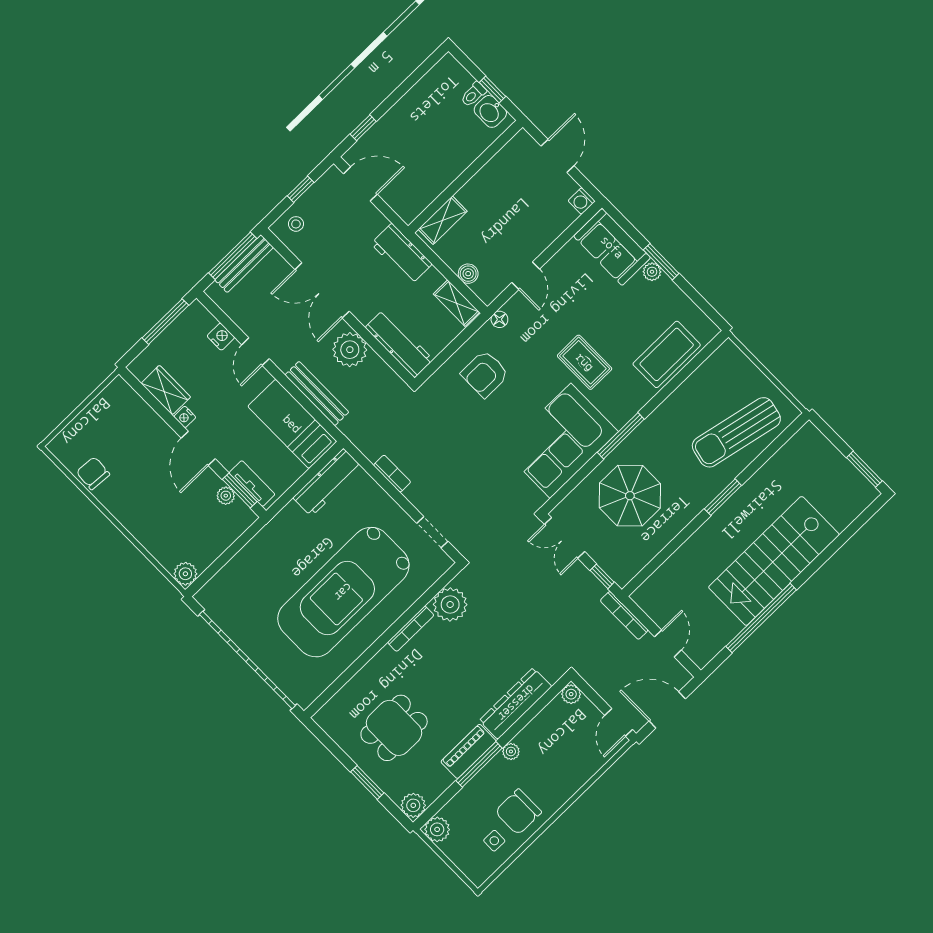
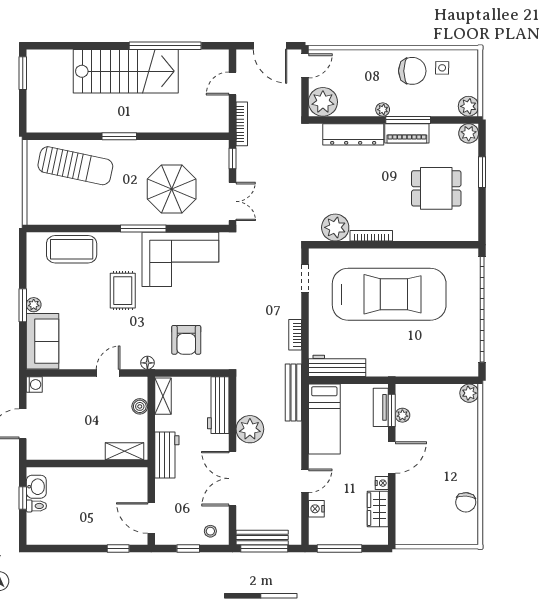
double door: (322, 290) -> (233, 479), swing flipped
armchair: (485, 374) -> (186, 340), turned 90
bench: (317, 394) -> (293, 392), moved
plant: (571, 694) -> (323, 102), width x1.87, depth x1.87

